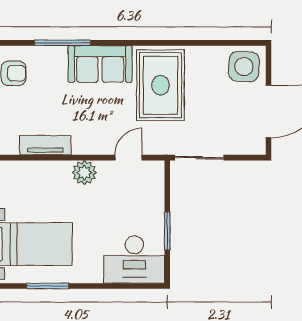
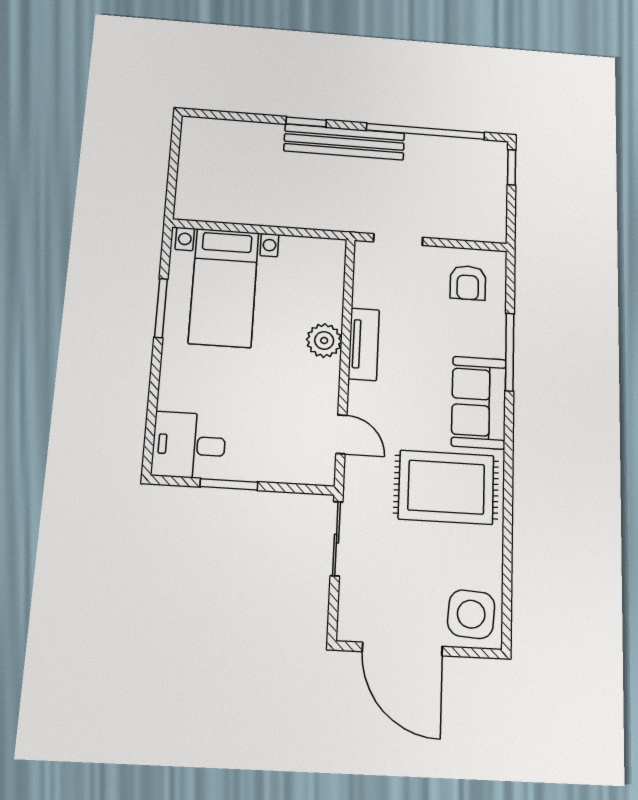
tv unit: (45, 145) -> (364, 344), moved
plant: (84, 173) -> (324, 340), moved
desk: (134, 259) -> (189, 445), width x0.73

